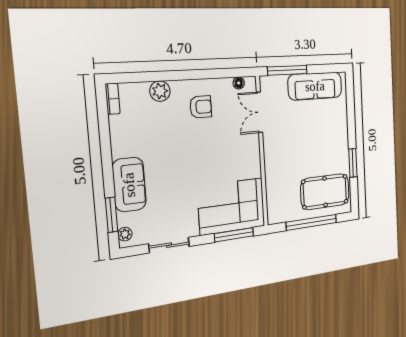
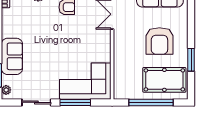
armchair: (317, 143) -> (159, 41), added
window: (234, 235) -> (75, 102), moved

